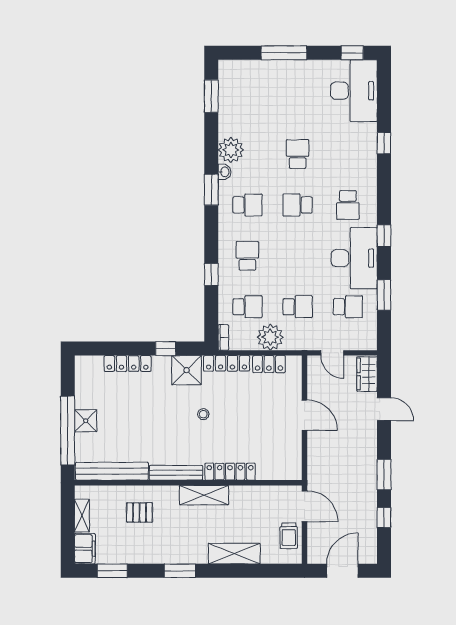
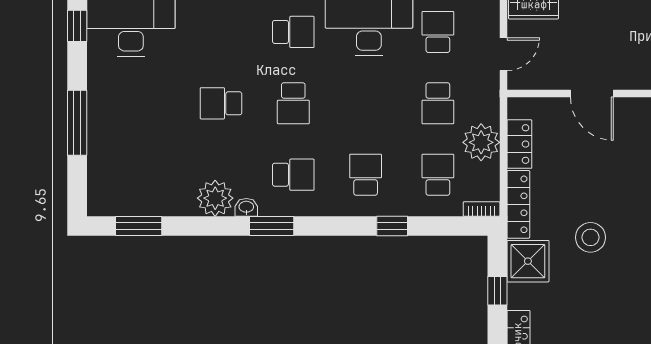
school desk: (247, 205) -> (293, 175), turned 90
school desk: (247, 256) -> (366, 175), turned 90
school desk: (298, 307) -> (438, 103), turned 180
stool: (203, 414) -> (590, 237), width x1.89, depth x1.89
door: (304, 415) -> (592, 94), swing flipped

